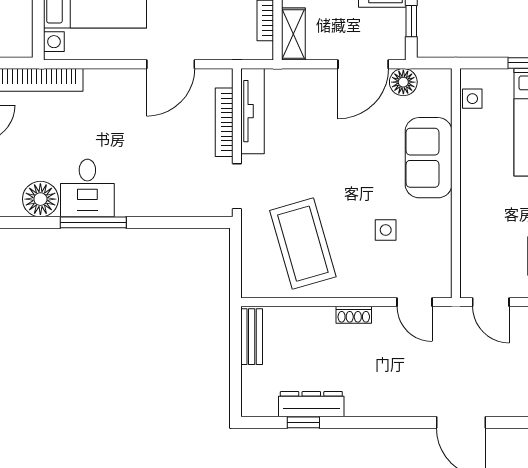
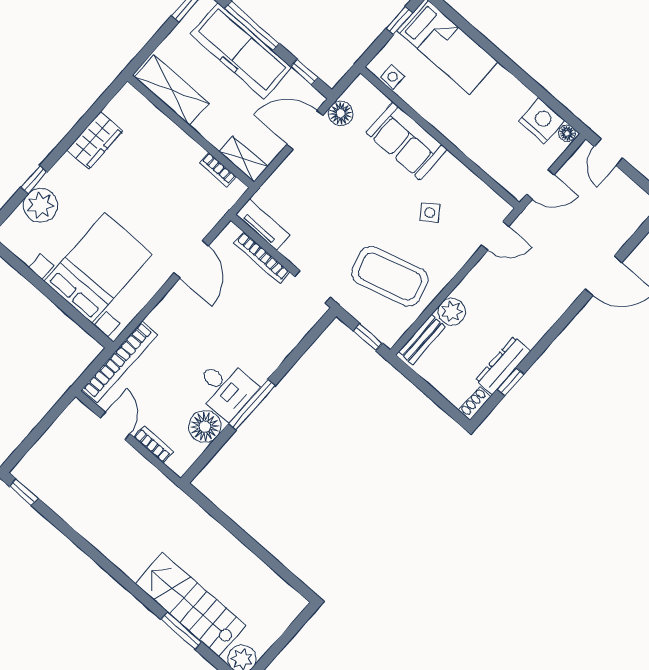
door: (363, 64) -> (305, 130), swing flipped
tv unit: (253, 111) -> (263, 225), width x0.71
side table: (386, 230) -> (430, 213), turned -37
window: (236, 270) -> (368, 337), added
shoe rack: (354, 315) -> (475, 403), moved, turned 180
plant: (319, 321) -> (452, 312), added
bench: (252, 337) -> (422, 339), moved, turned 90

